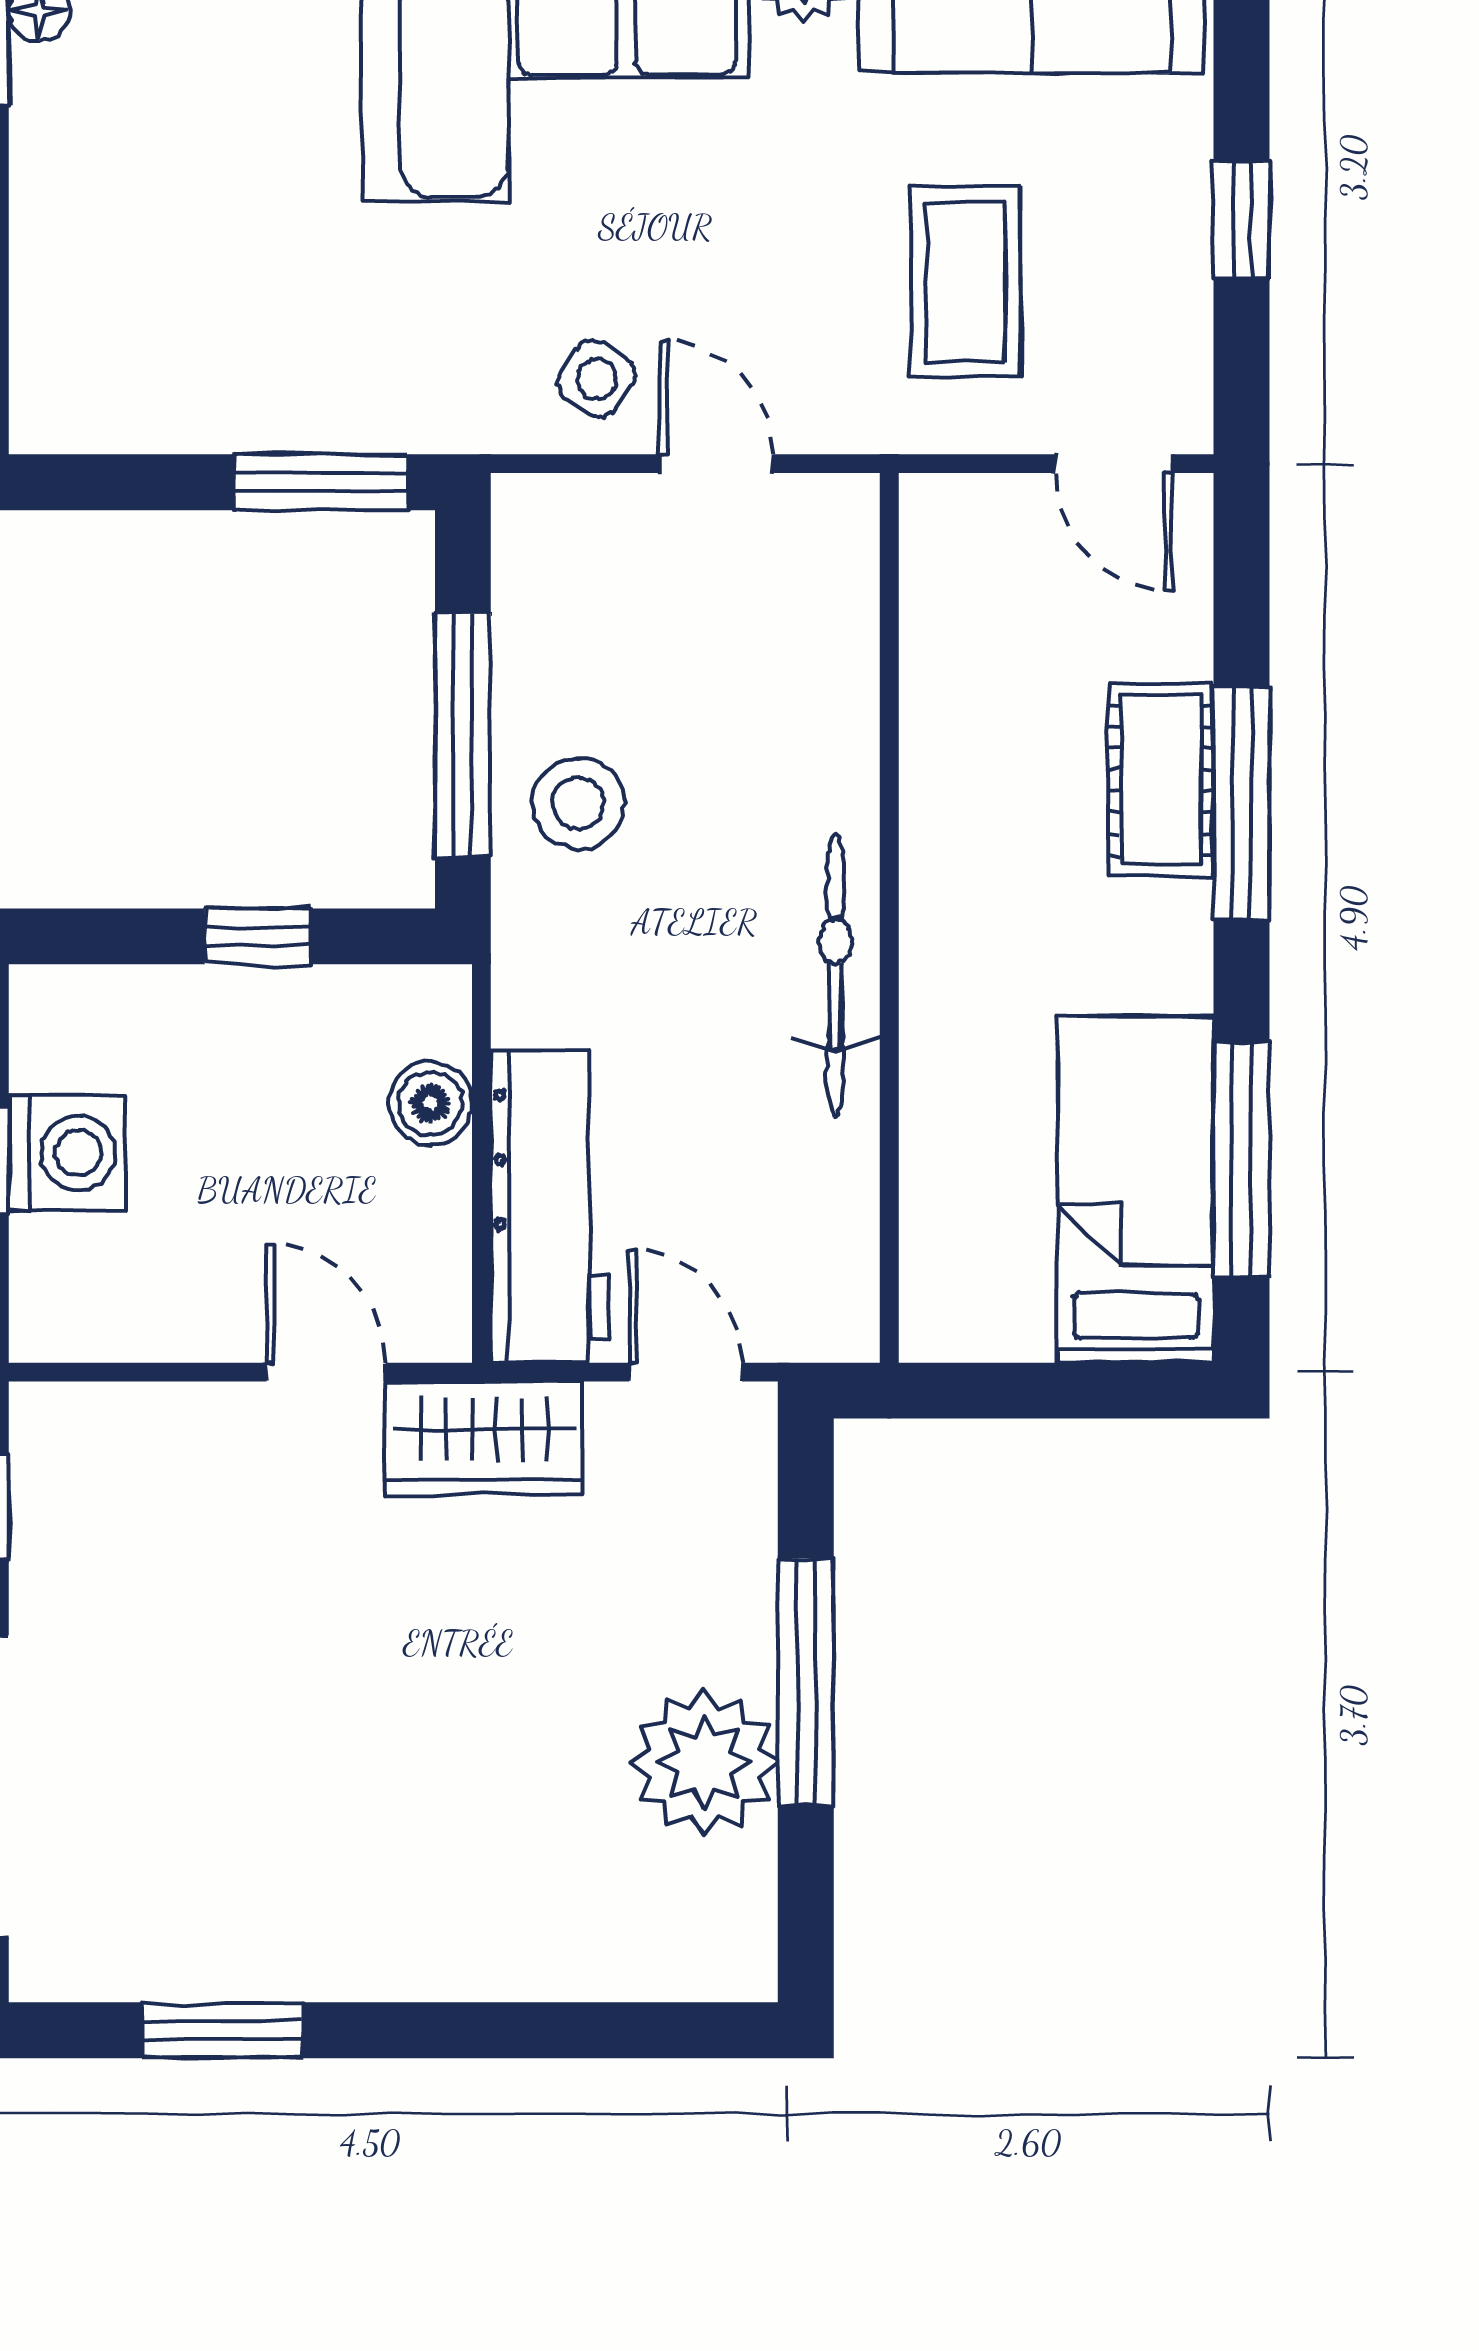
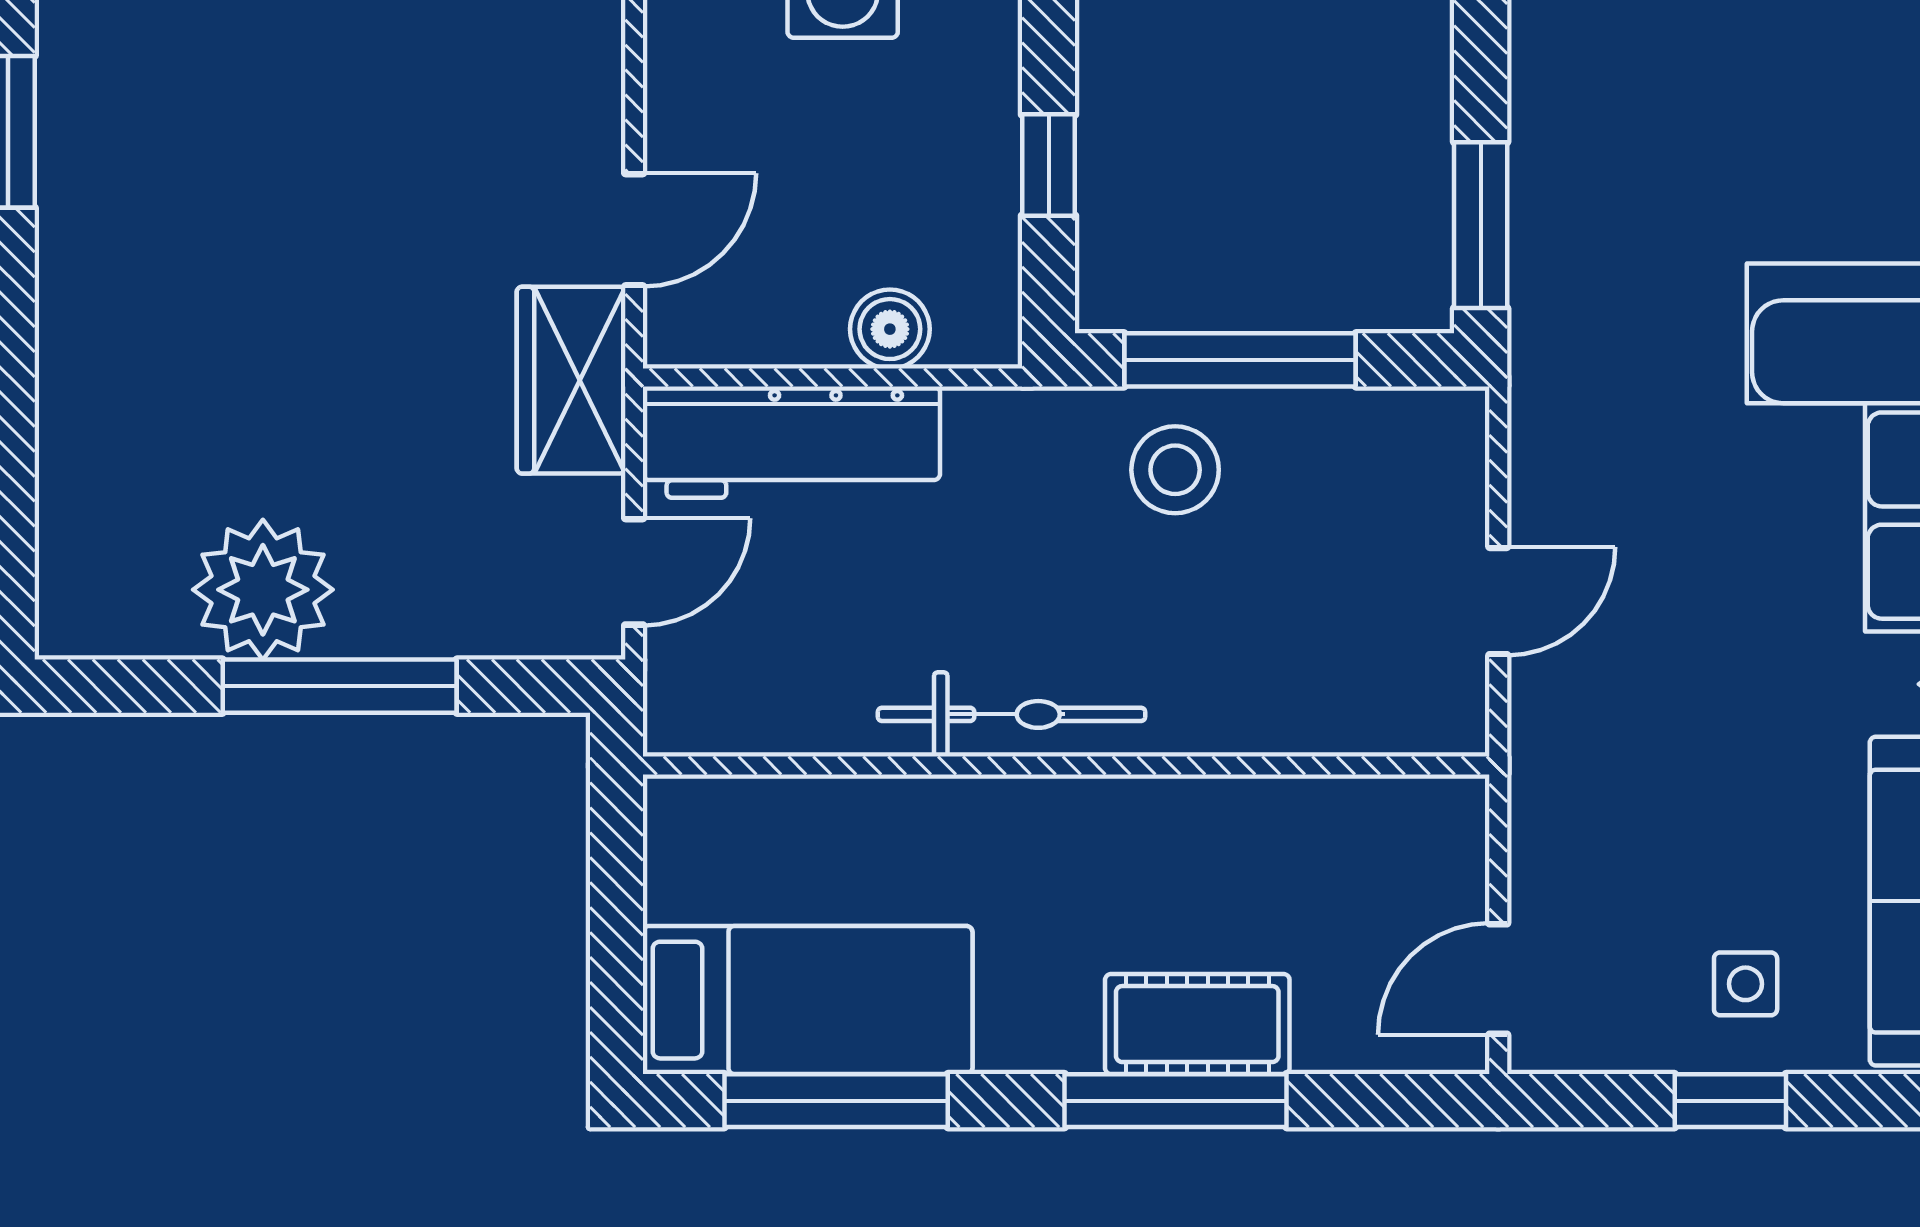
coffee table: (966, 282) -> (1671, 838), removed
side table: (596, 379) -> (1746, 984), moved, turned -33

